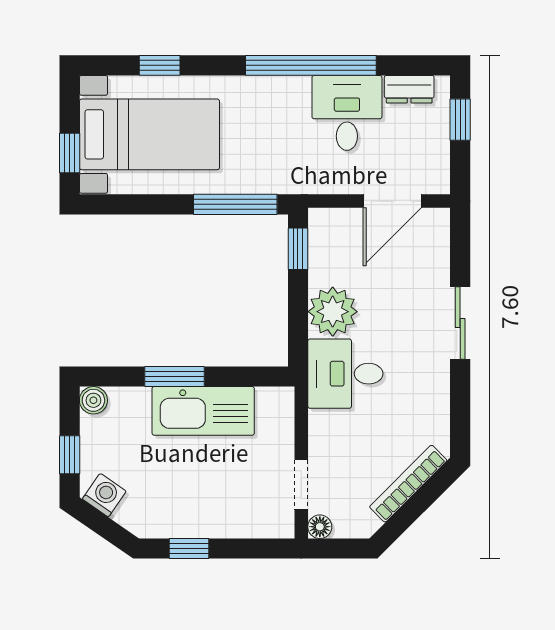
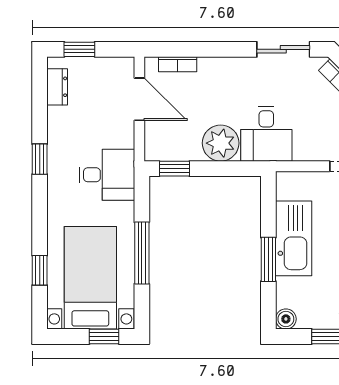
window: (311, 65) -> (40, 159), width x0.32
desk: (347, 113) -> (107, 175), moved, turned 180
window: (235, 204) -> (142, 253), moved
bookcase: (440, 253) -> (178, 64), added
sliding door: (460, 323) -> (283, 49), moved

